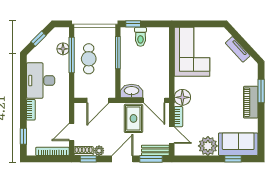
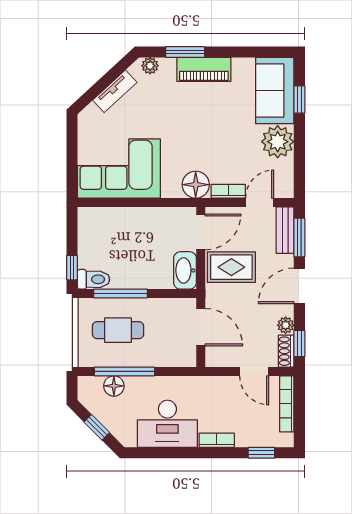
toilet: (140, 37) -> (94, 279), moved
cafe table: (89, 59) -> (118, 330), moved
plant: (253, 70) -> (150, 66), added
door: (122, 159) -> (299, 286), hinge flipped

